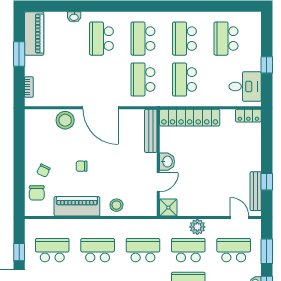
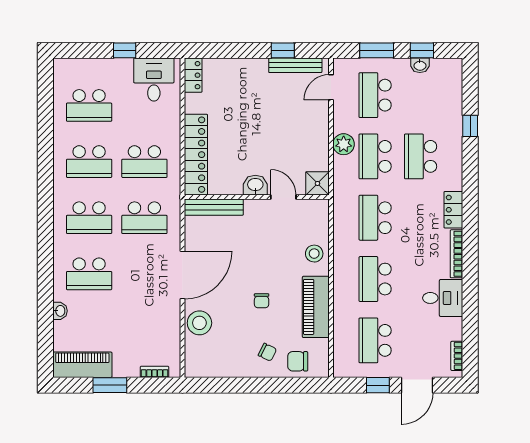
chair: (37, 193) -> (298, 361), turned 180

